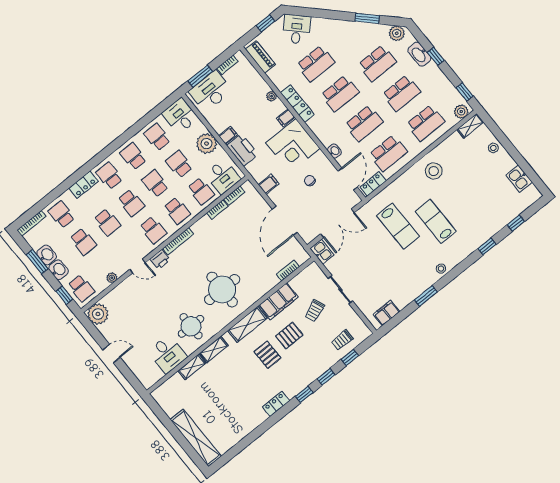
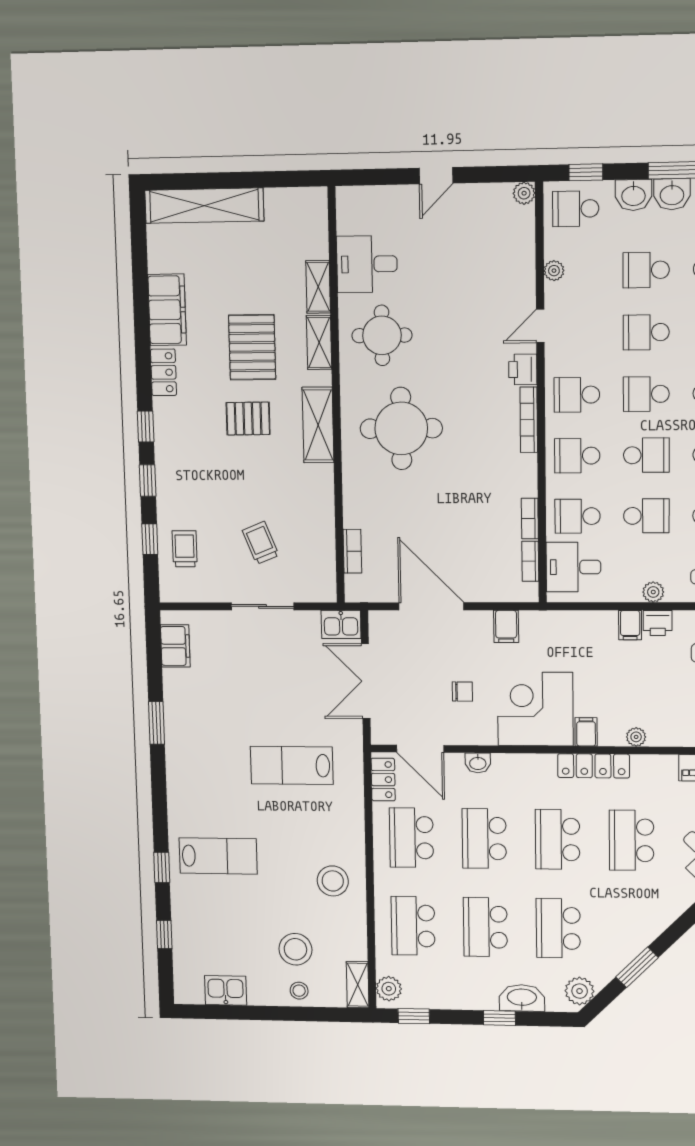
plant: (207, 144) -> (653, 592), width x0.53, depth x0.53
printer: (242, 150) -> (658, 623), moved, width x0.53, depth x0.68
lab bench: (436, 221) -> (218, 856), moved
stool: (441, 269) -> (295, 949), moved, width x1.89, depth x1.89
filing cabinet: (278, 301) -> (167, 310), moved, turned 180
plant: (98, 314) -> (524, 193), width x0.53, depth x0.53
pallet: (289, 336) -> (252, 347), moved, width x1.50, depth x1.42

